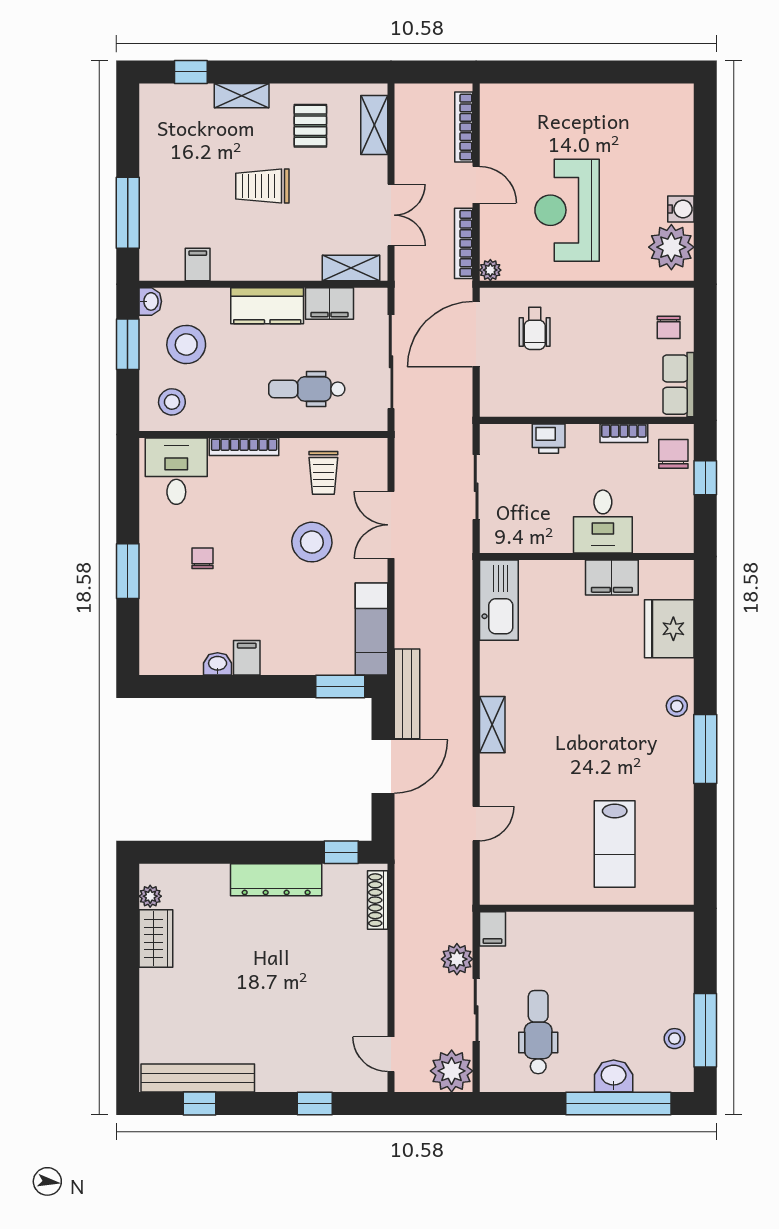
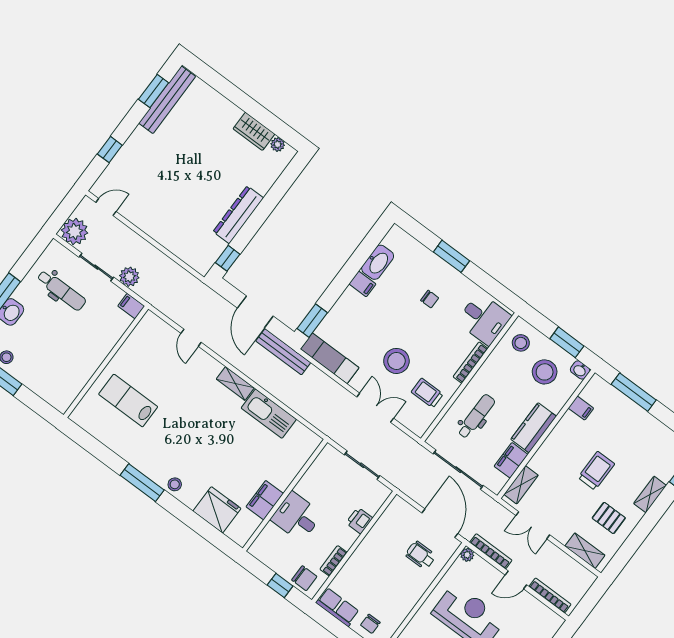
chair: (669, 327) -> (370, 624), turned -90
kitchen sink: (499, 600) -> (269, 414), moved
washbasin: (218, 664) -> (378, 262), width x1.91, depth x1.45
shoe rack: (378, 900) -> (189, 259), removed
window: (200, 1104) -> (154, 91), width x1.50

